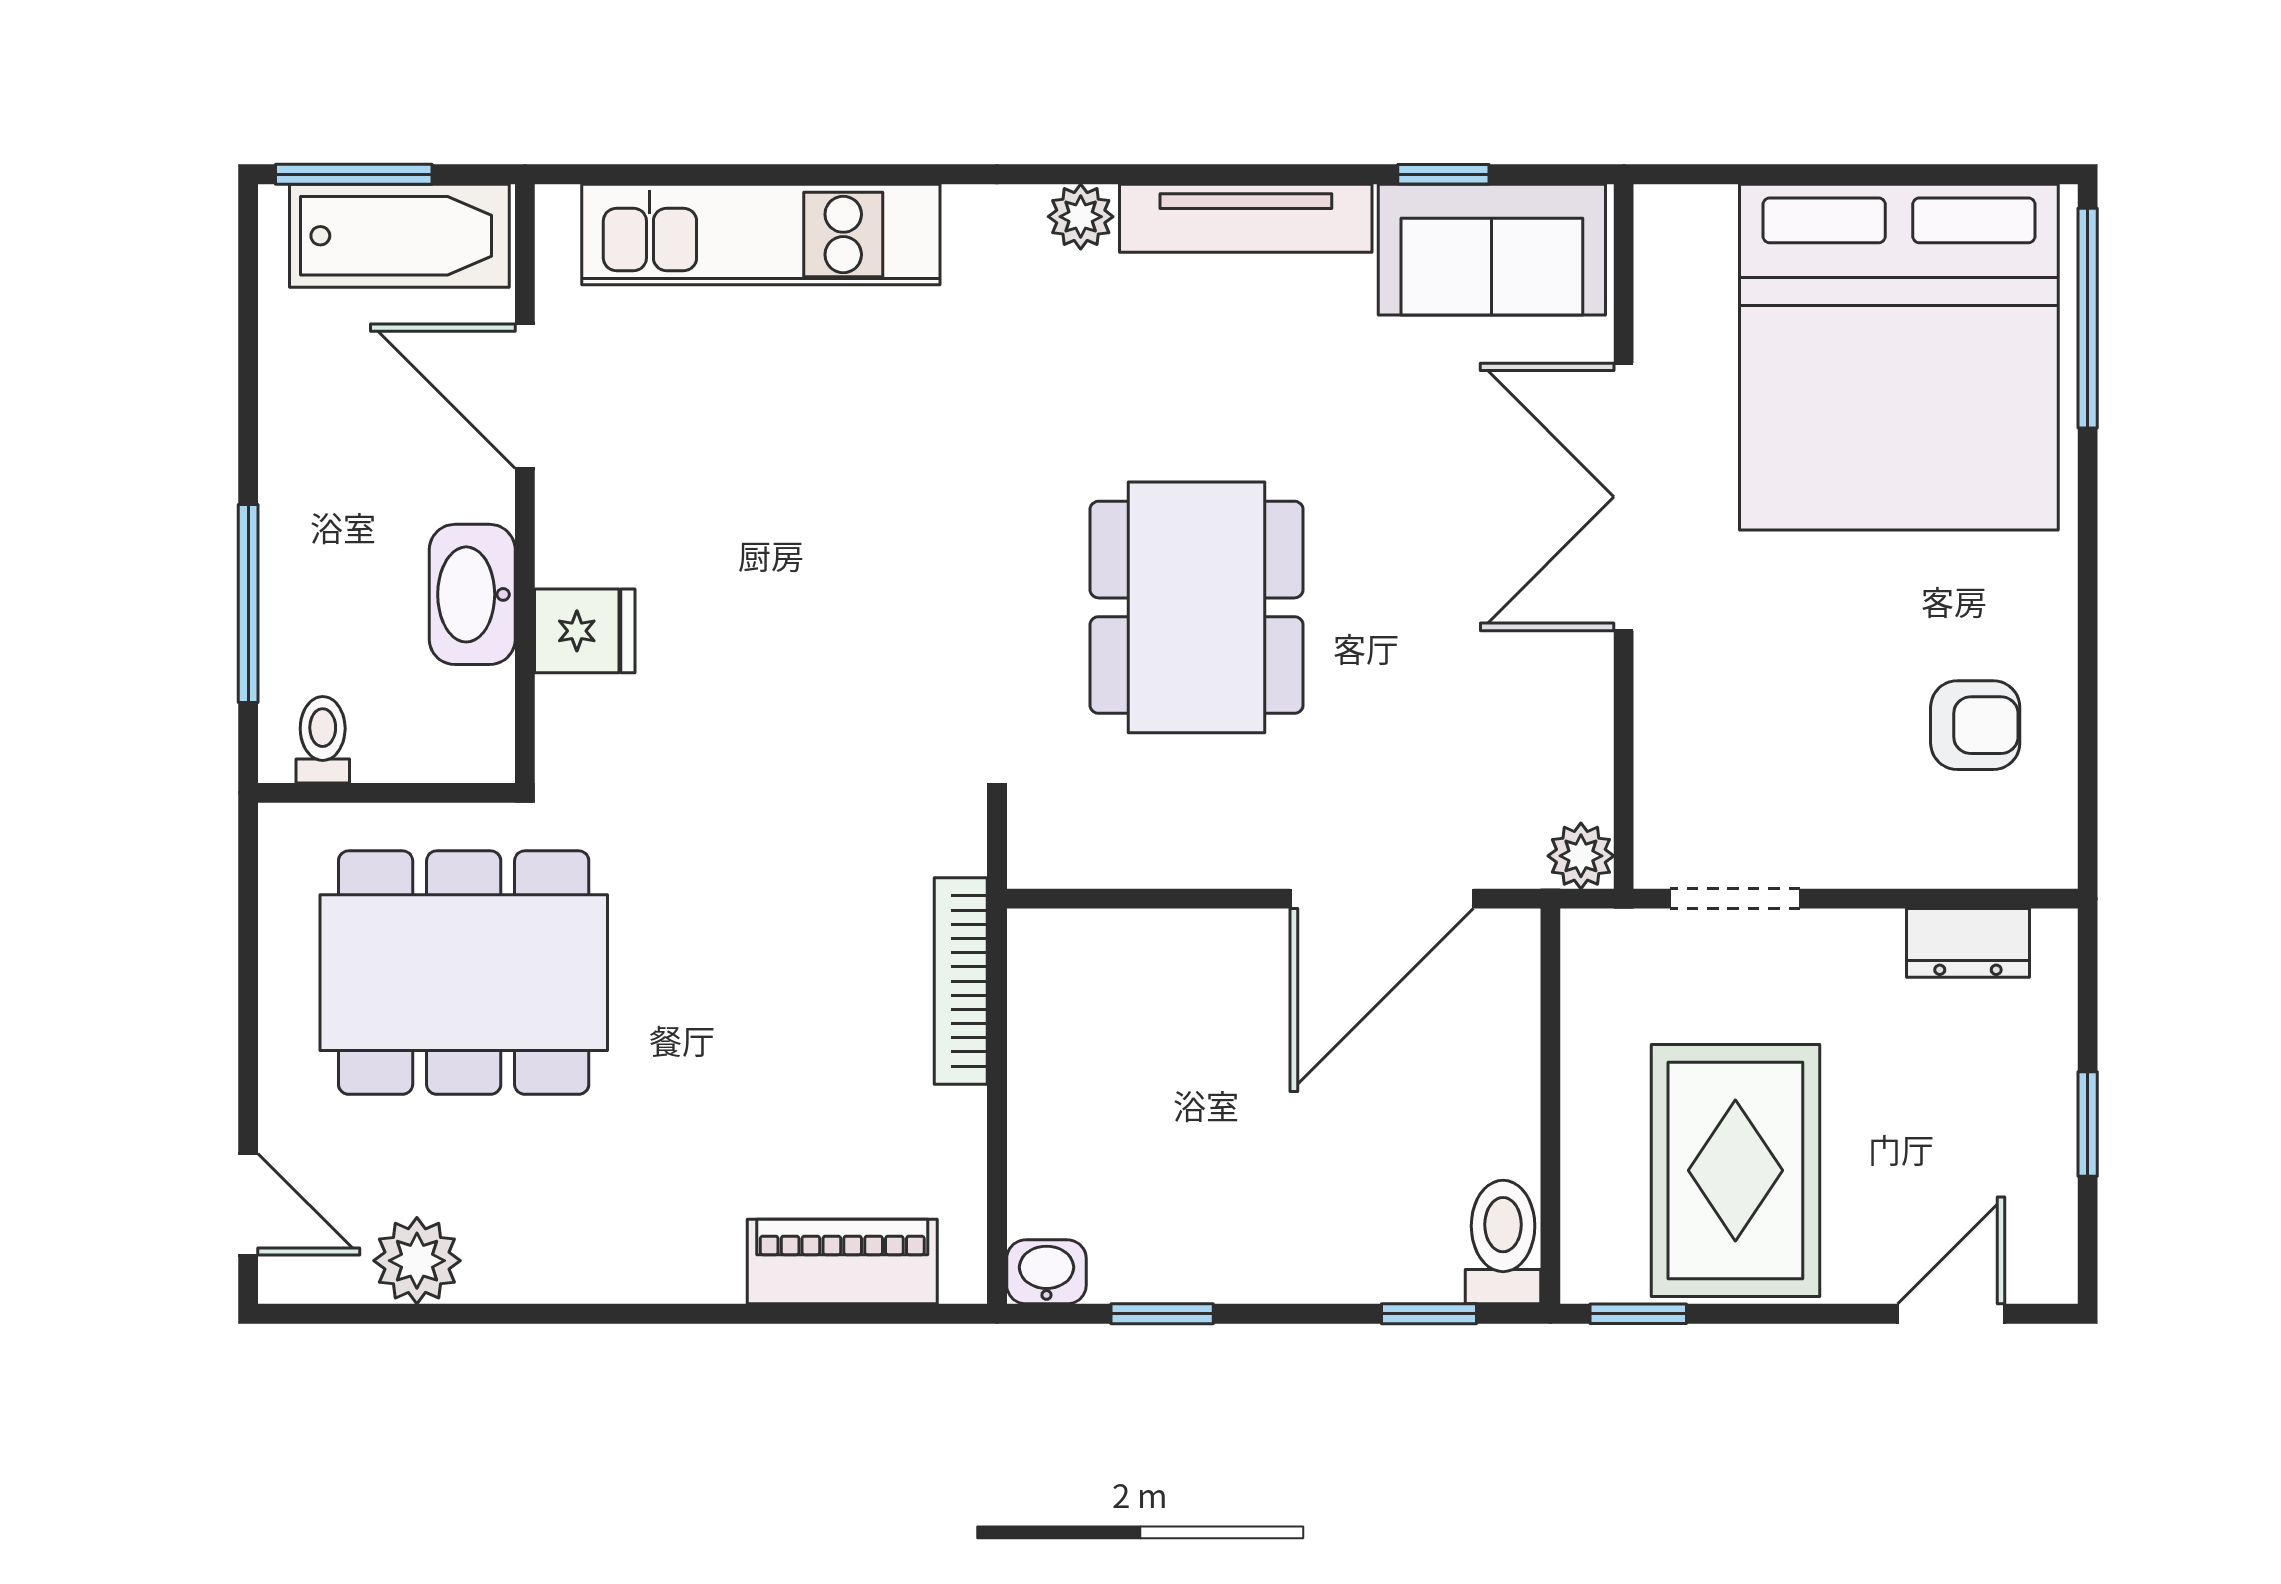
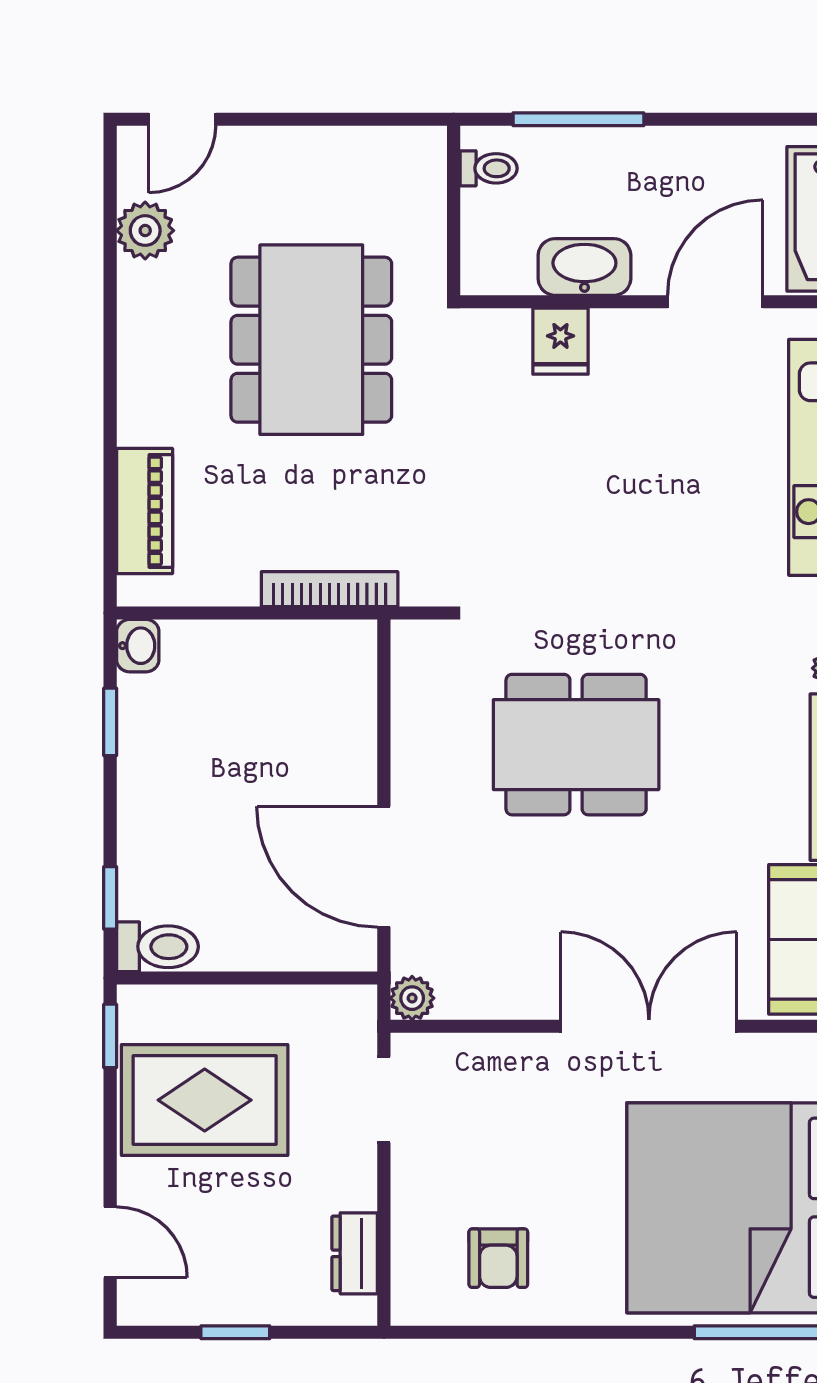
dining table: (464, 973) -> (311, 340), moved

